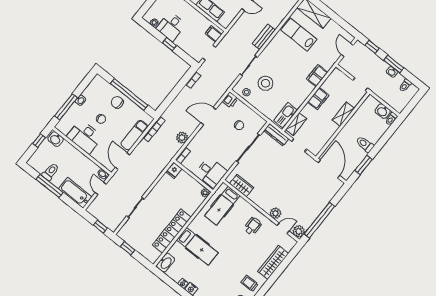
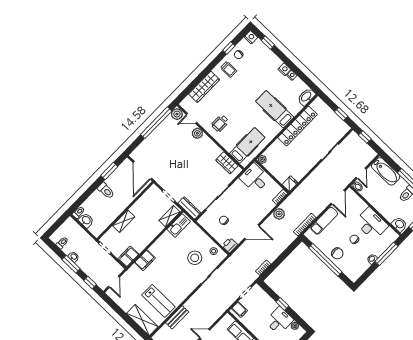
bench: (264, 37) -> (177, 317), moved
filing cabinet: (318, 99) -> (128, 257), moved

